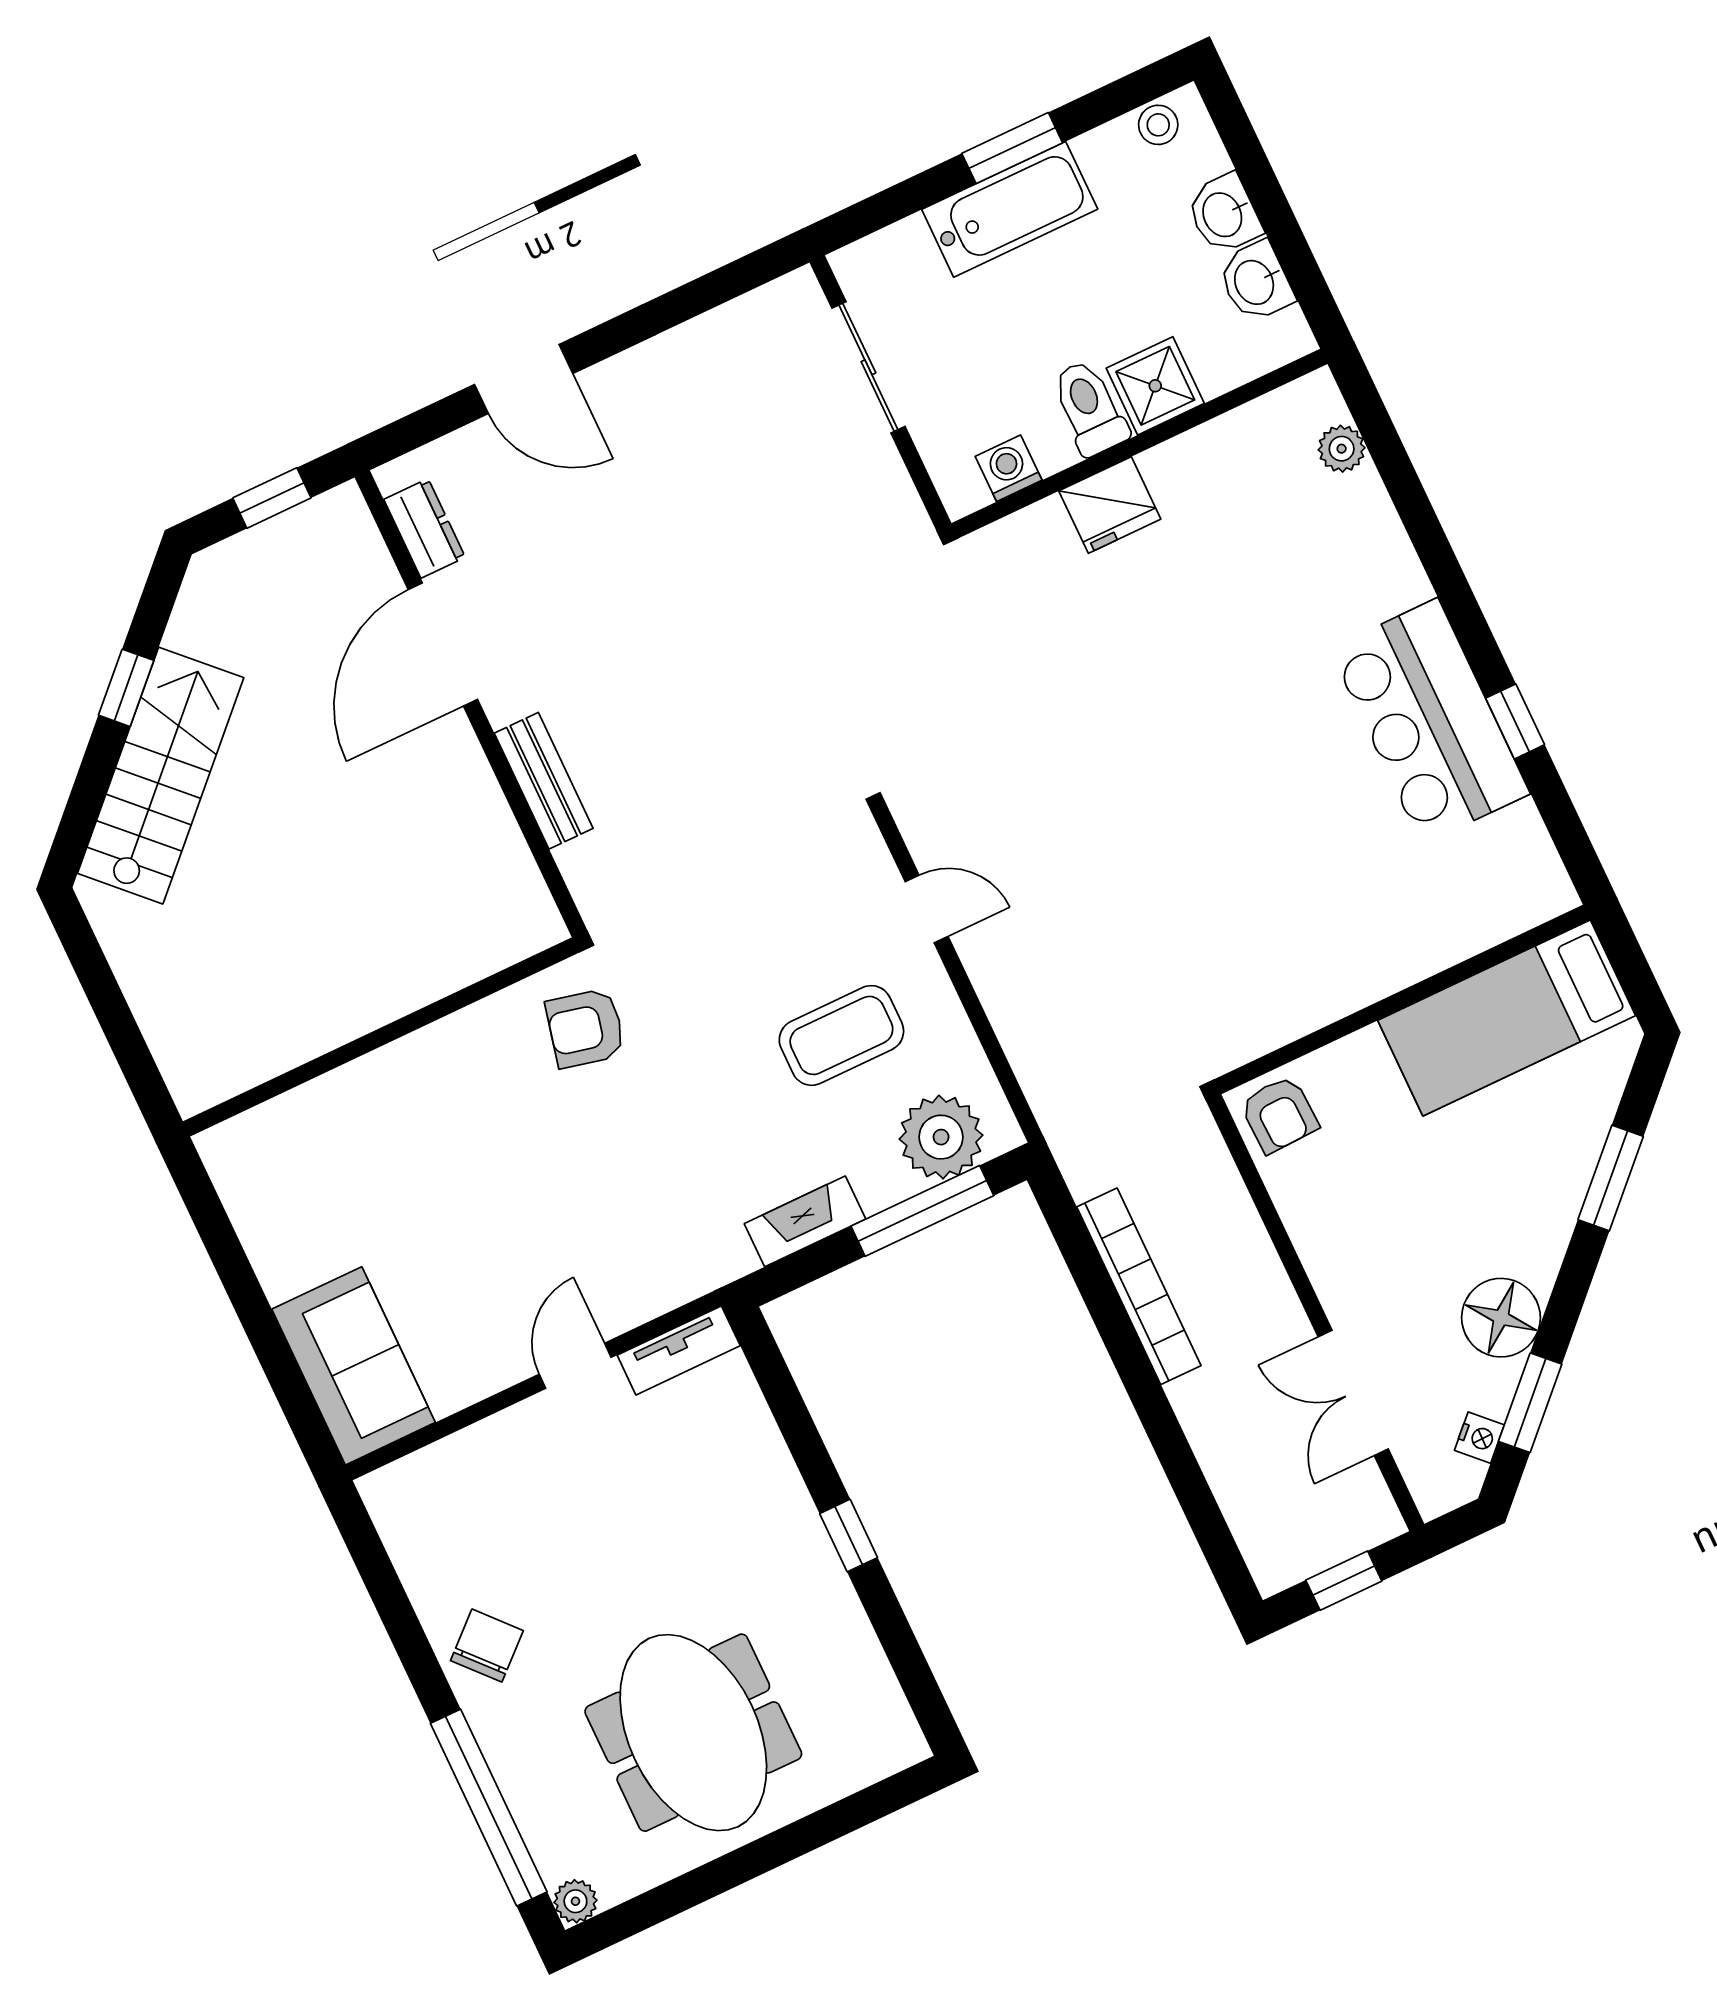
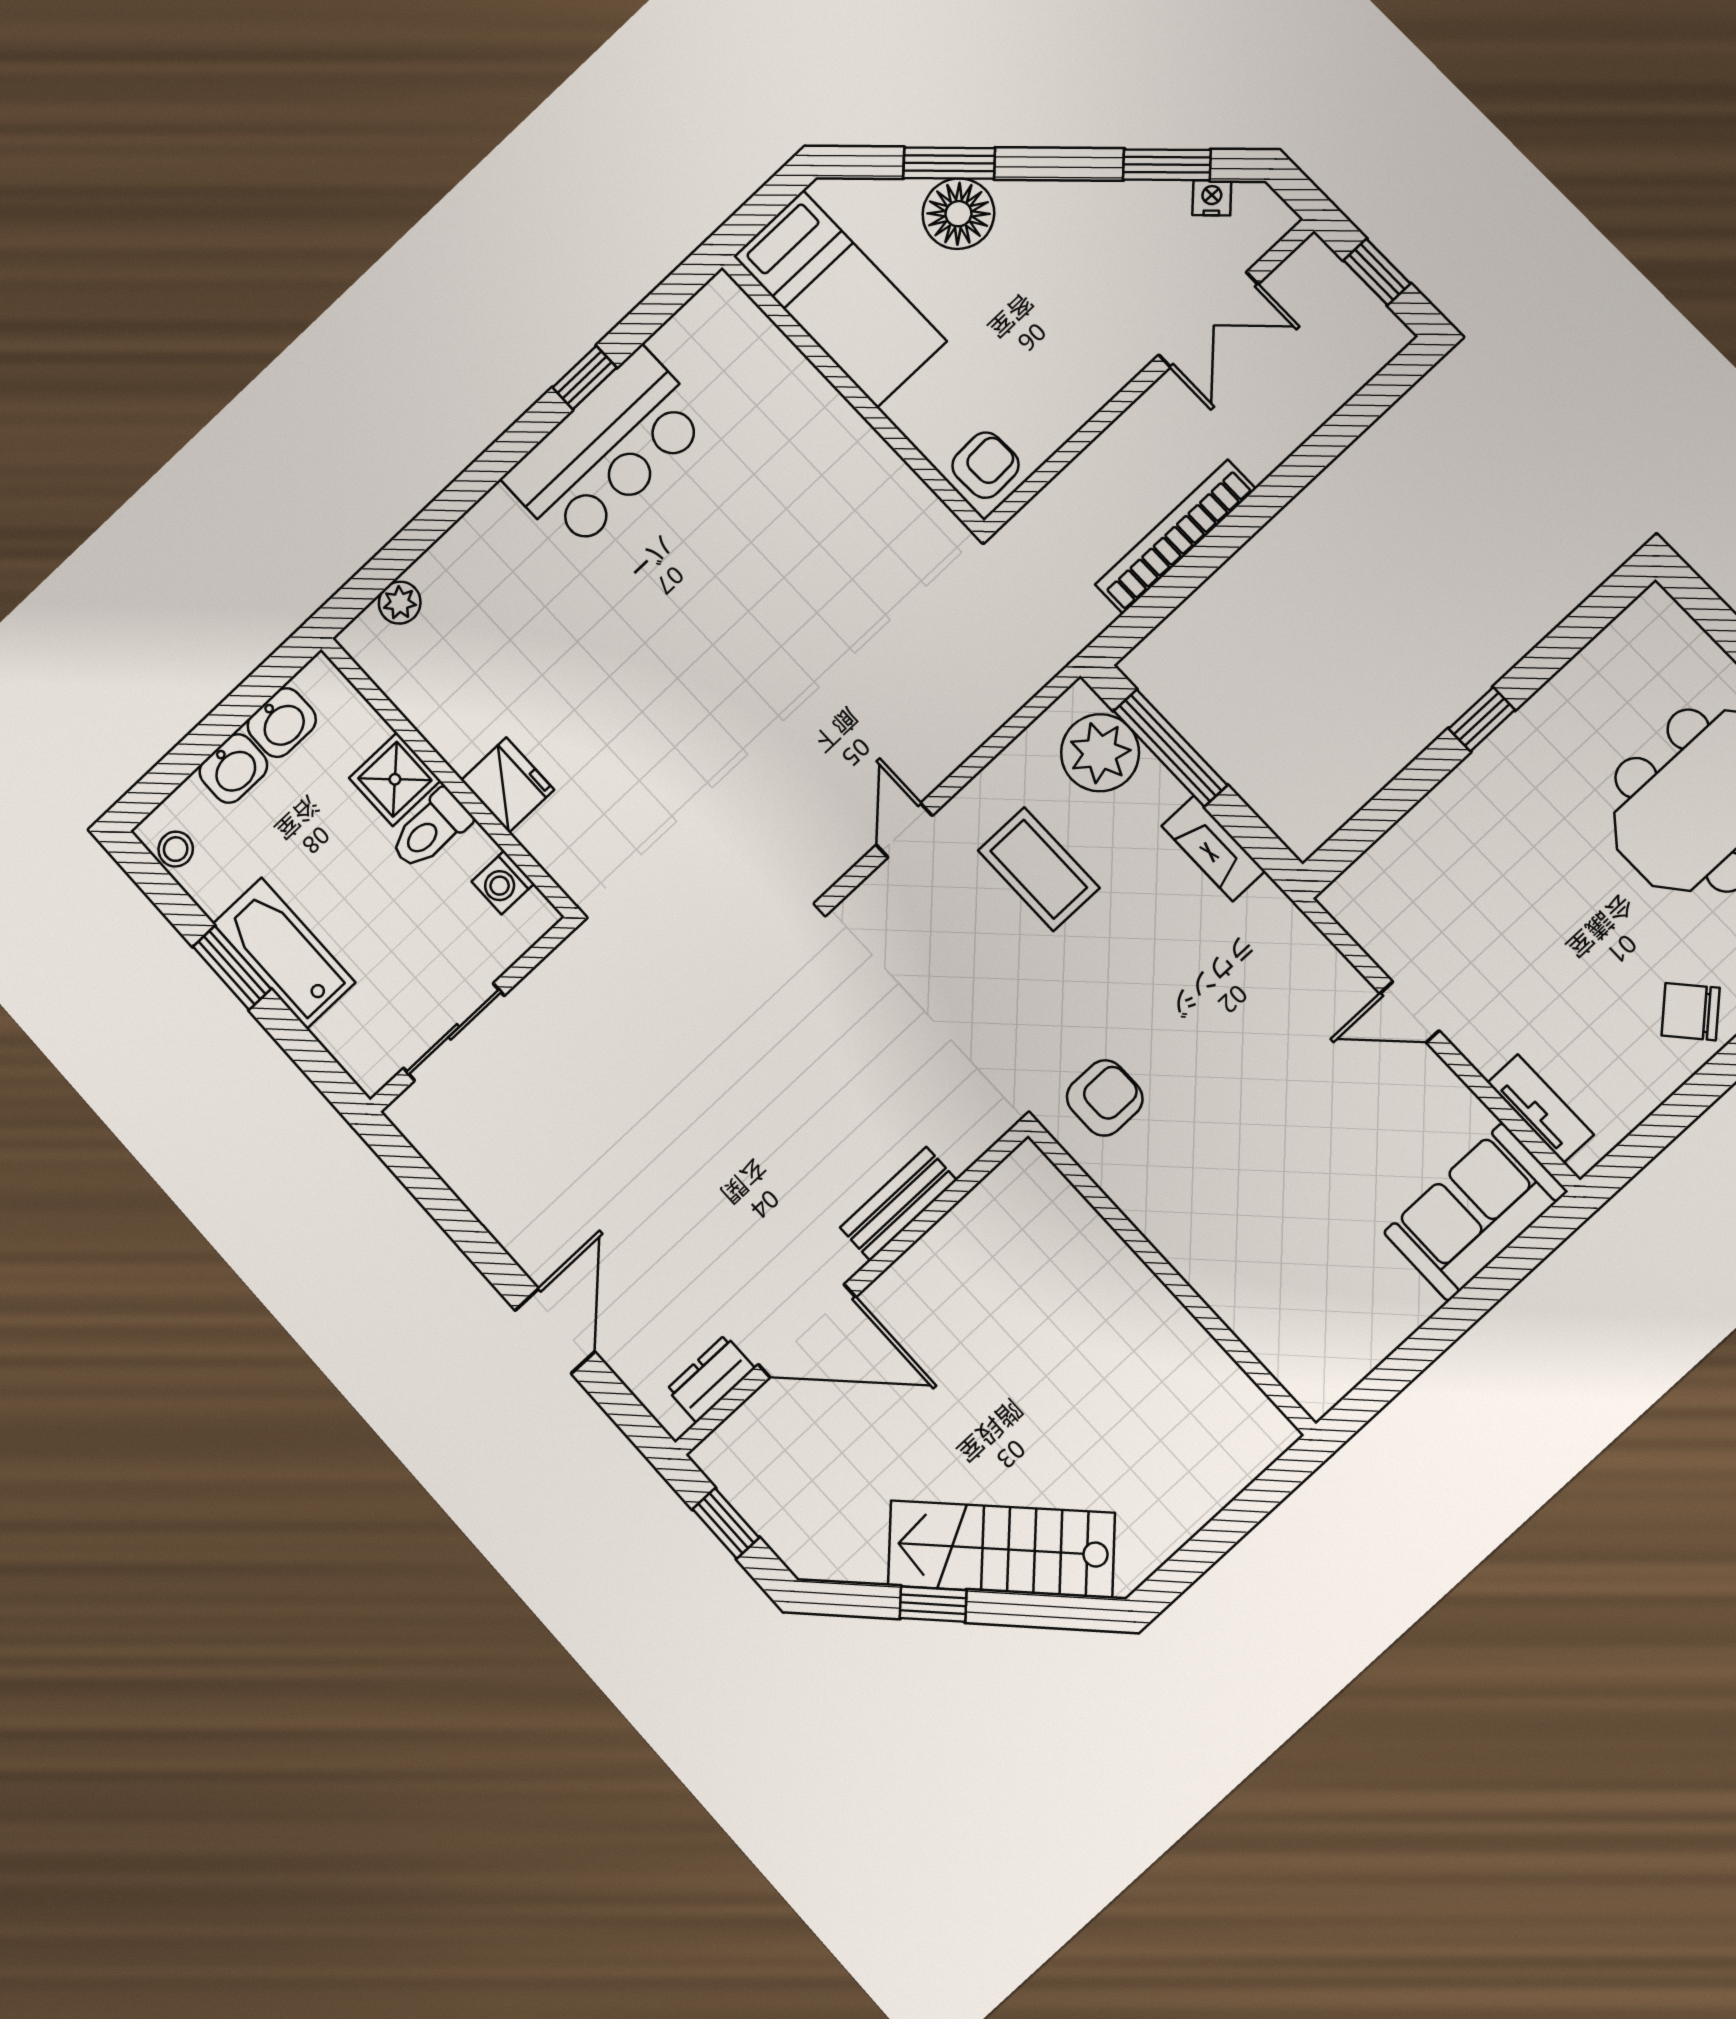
armchair: (585, 1028) -> (1105, 1098), turned -103
floor lamp: (1501, 1318) -> (958, 214), moved
tv unit: (679, 1350) -> (1540, 1109), moved

